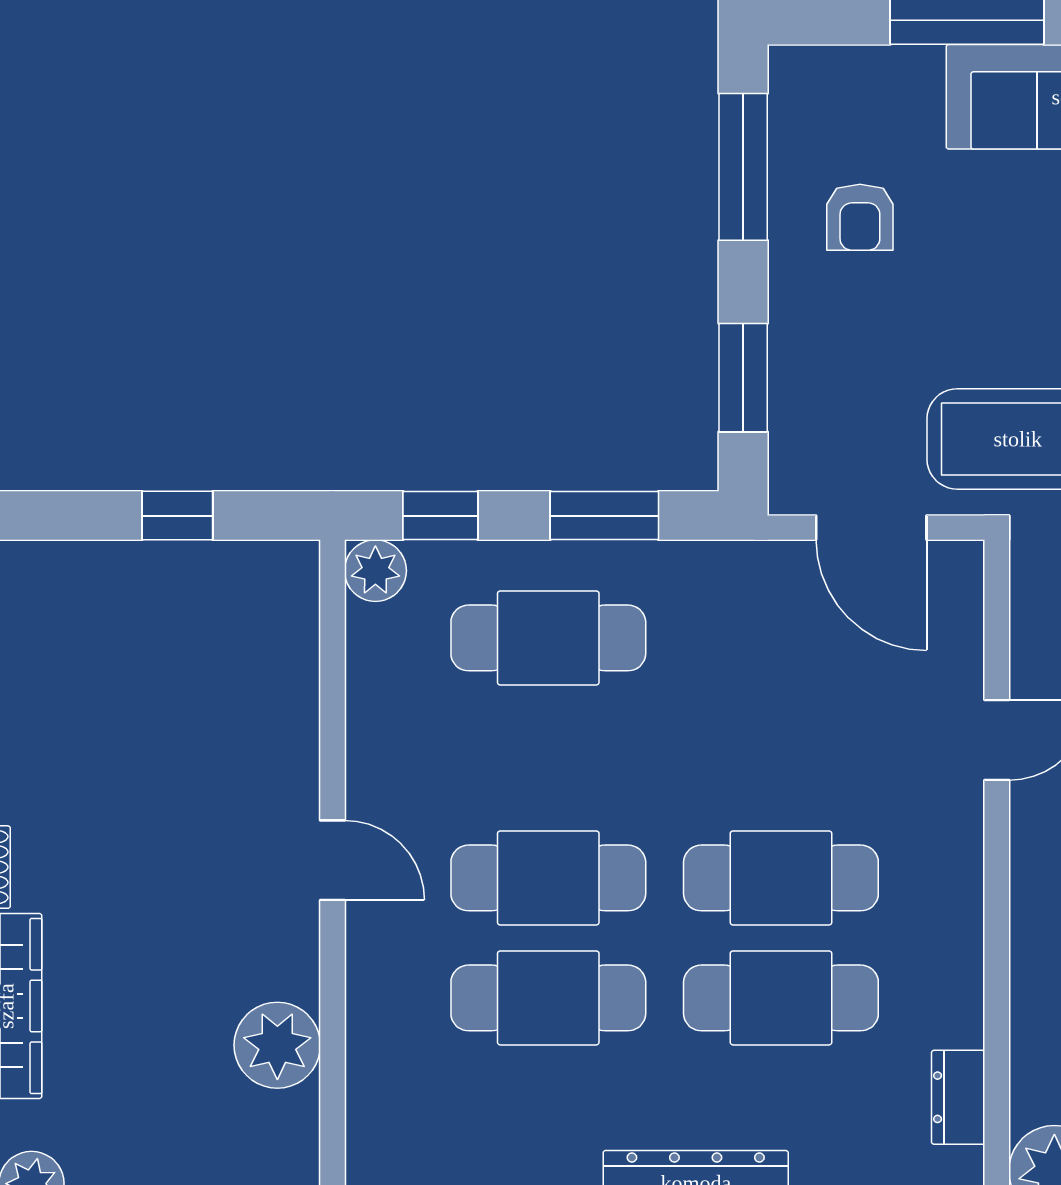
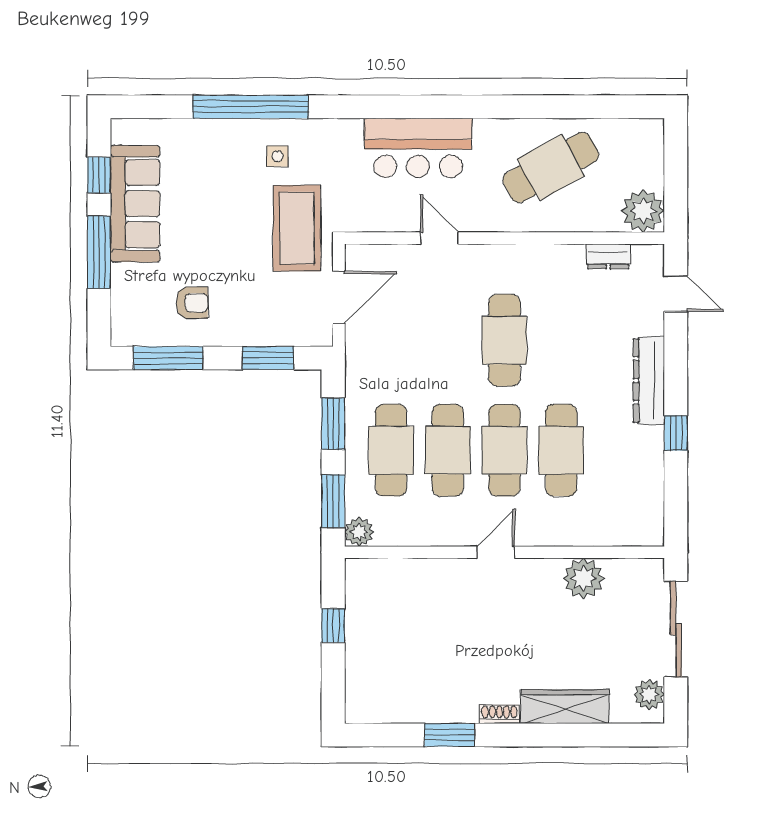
window: (440, 516) -> (333, 501), width x1.50
cafe table: (781, 998) -> (448, 450), moved

